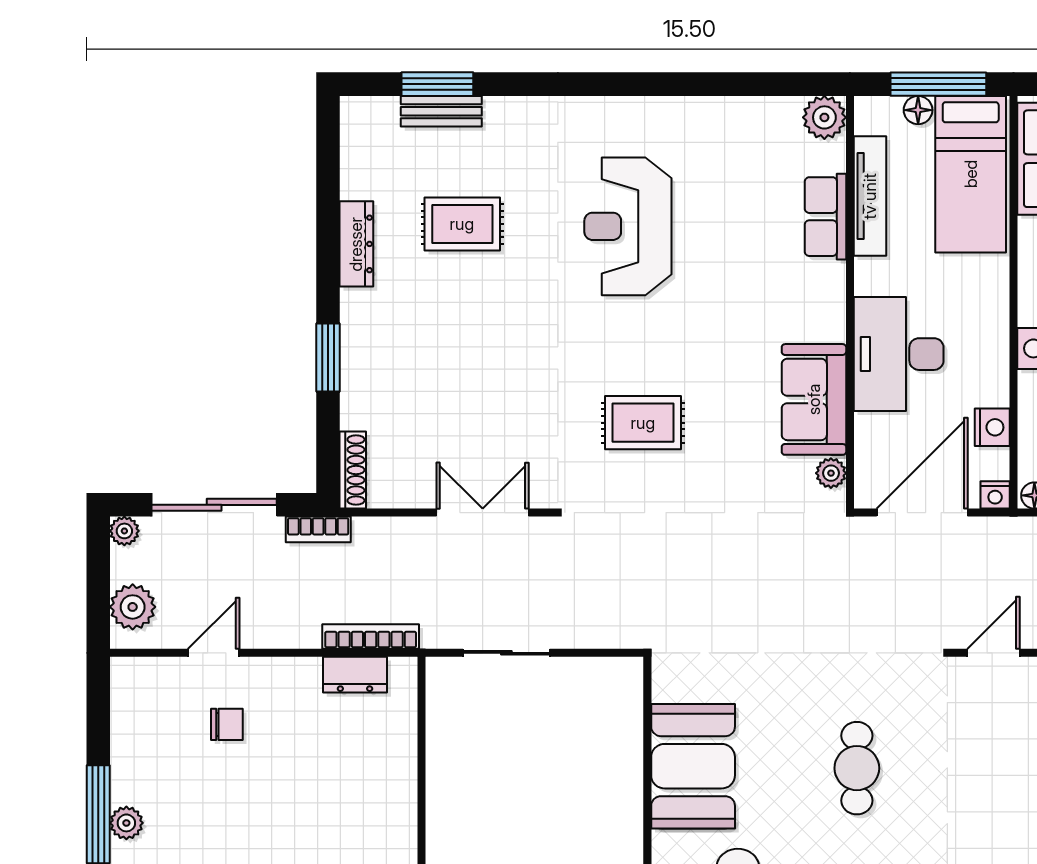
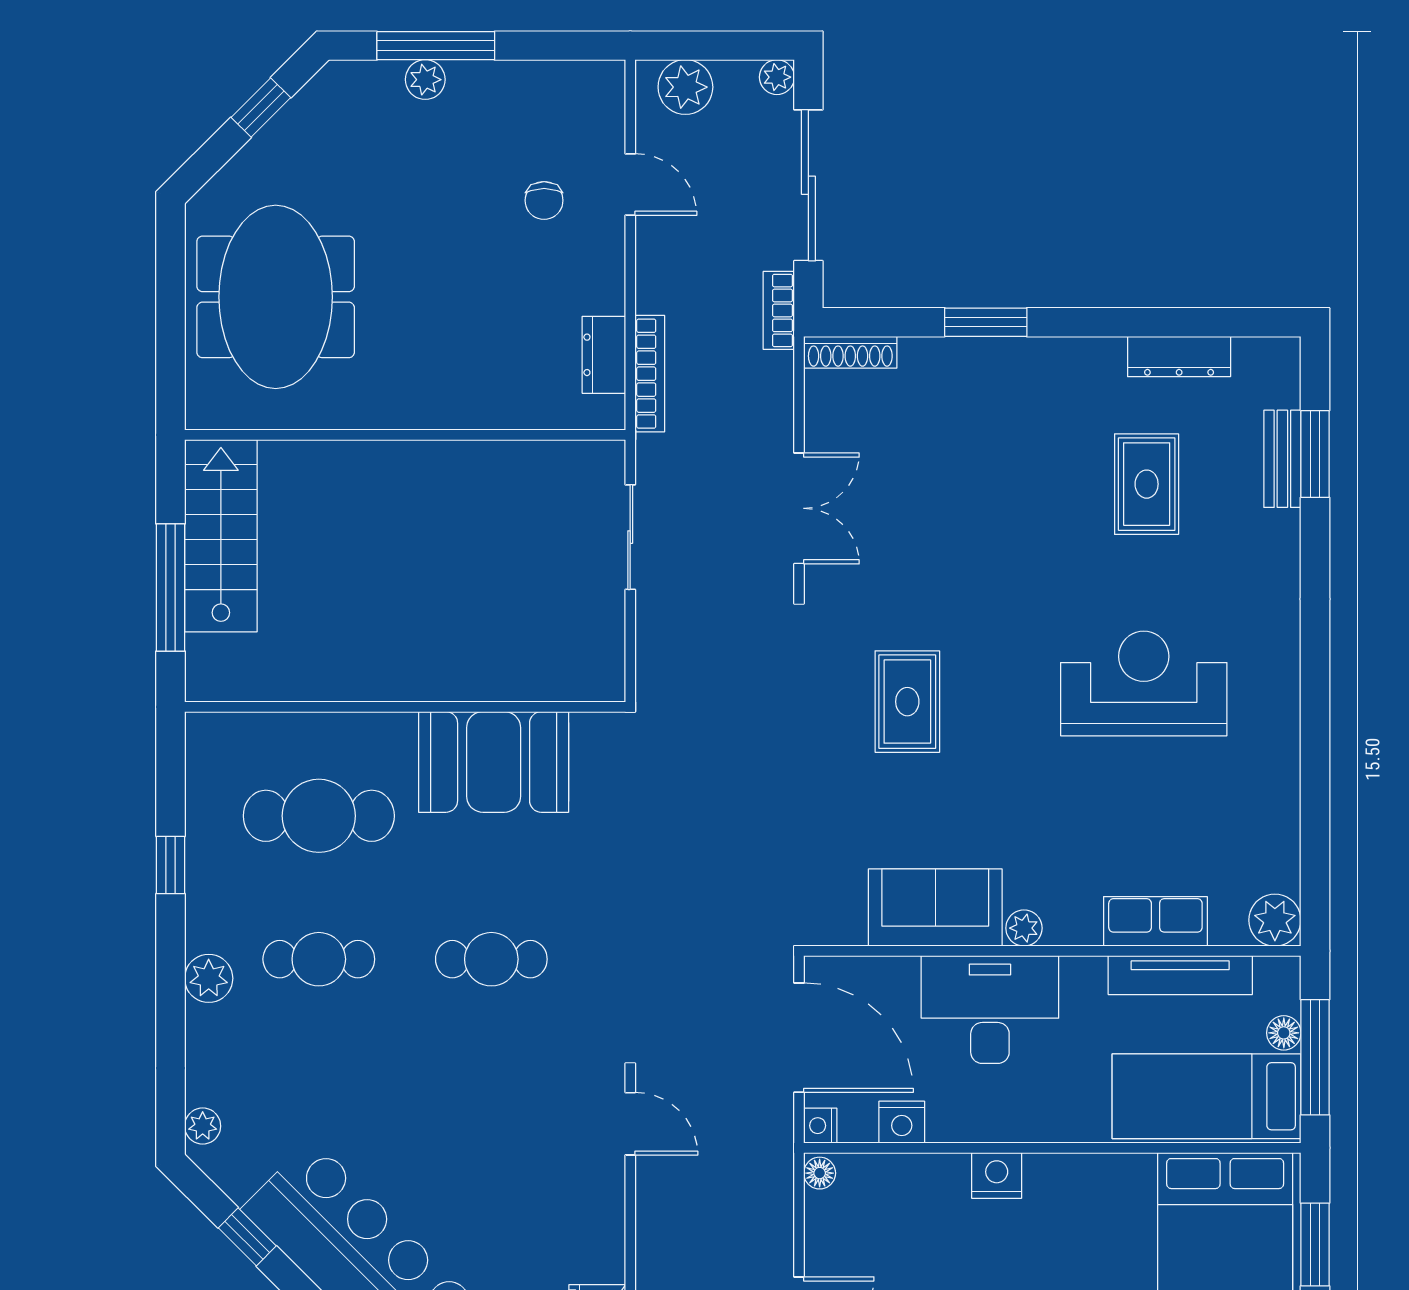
dresser: (356, 244) -> (1179, 357), moved
plant: (831, 473) -> (1024, 928), moved

